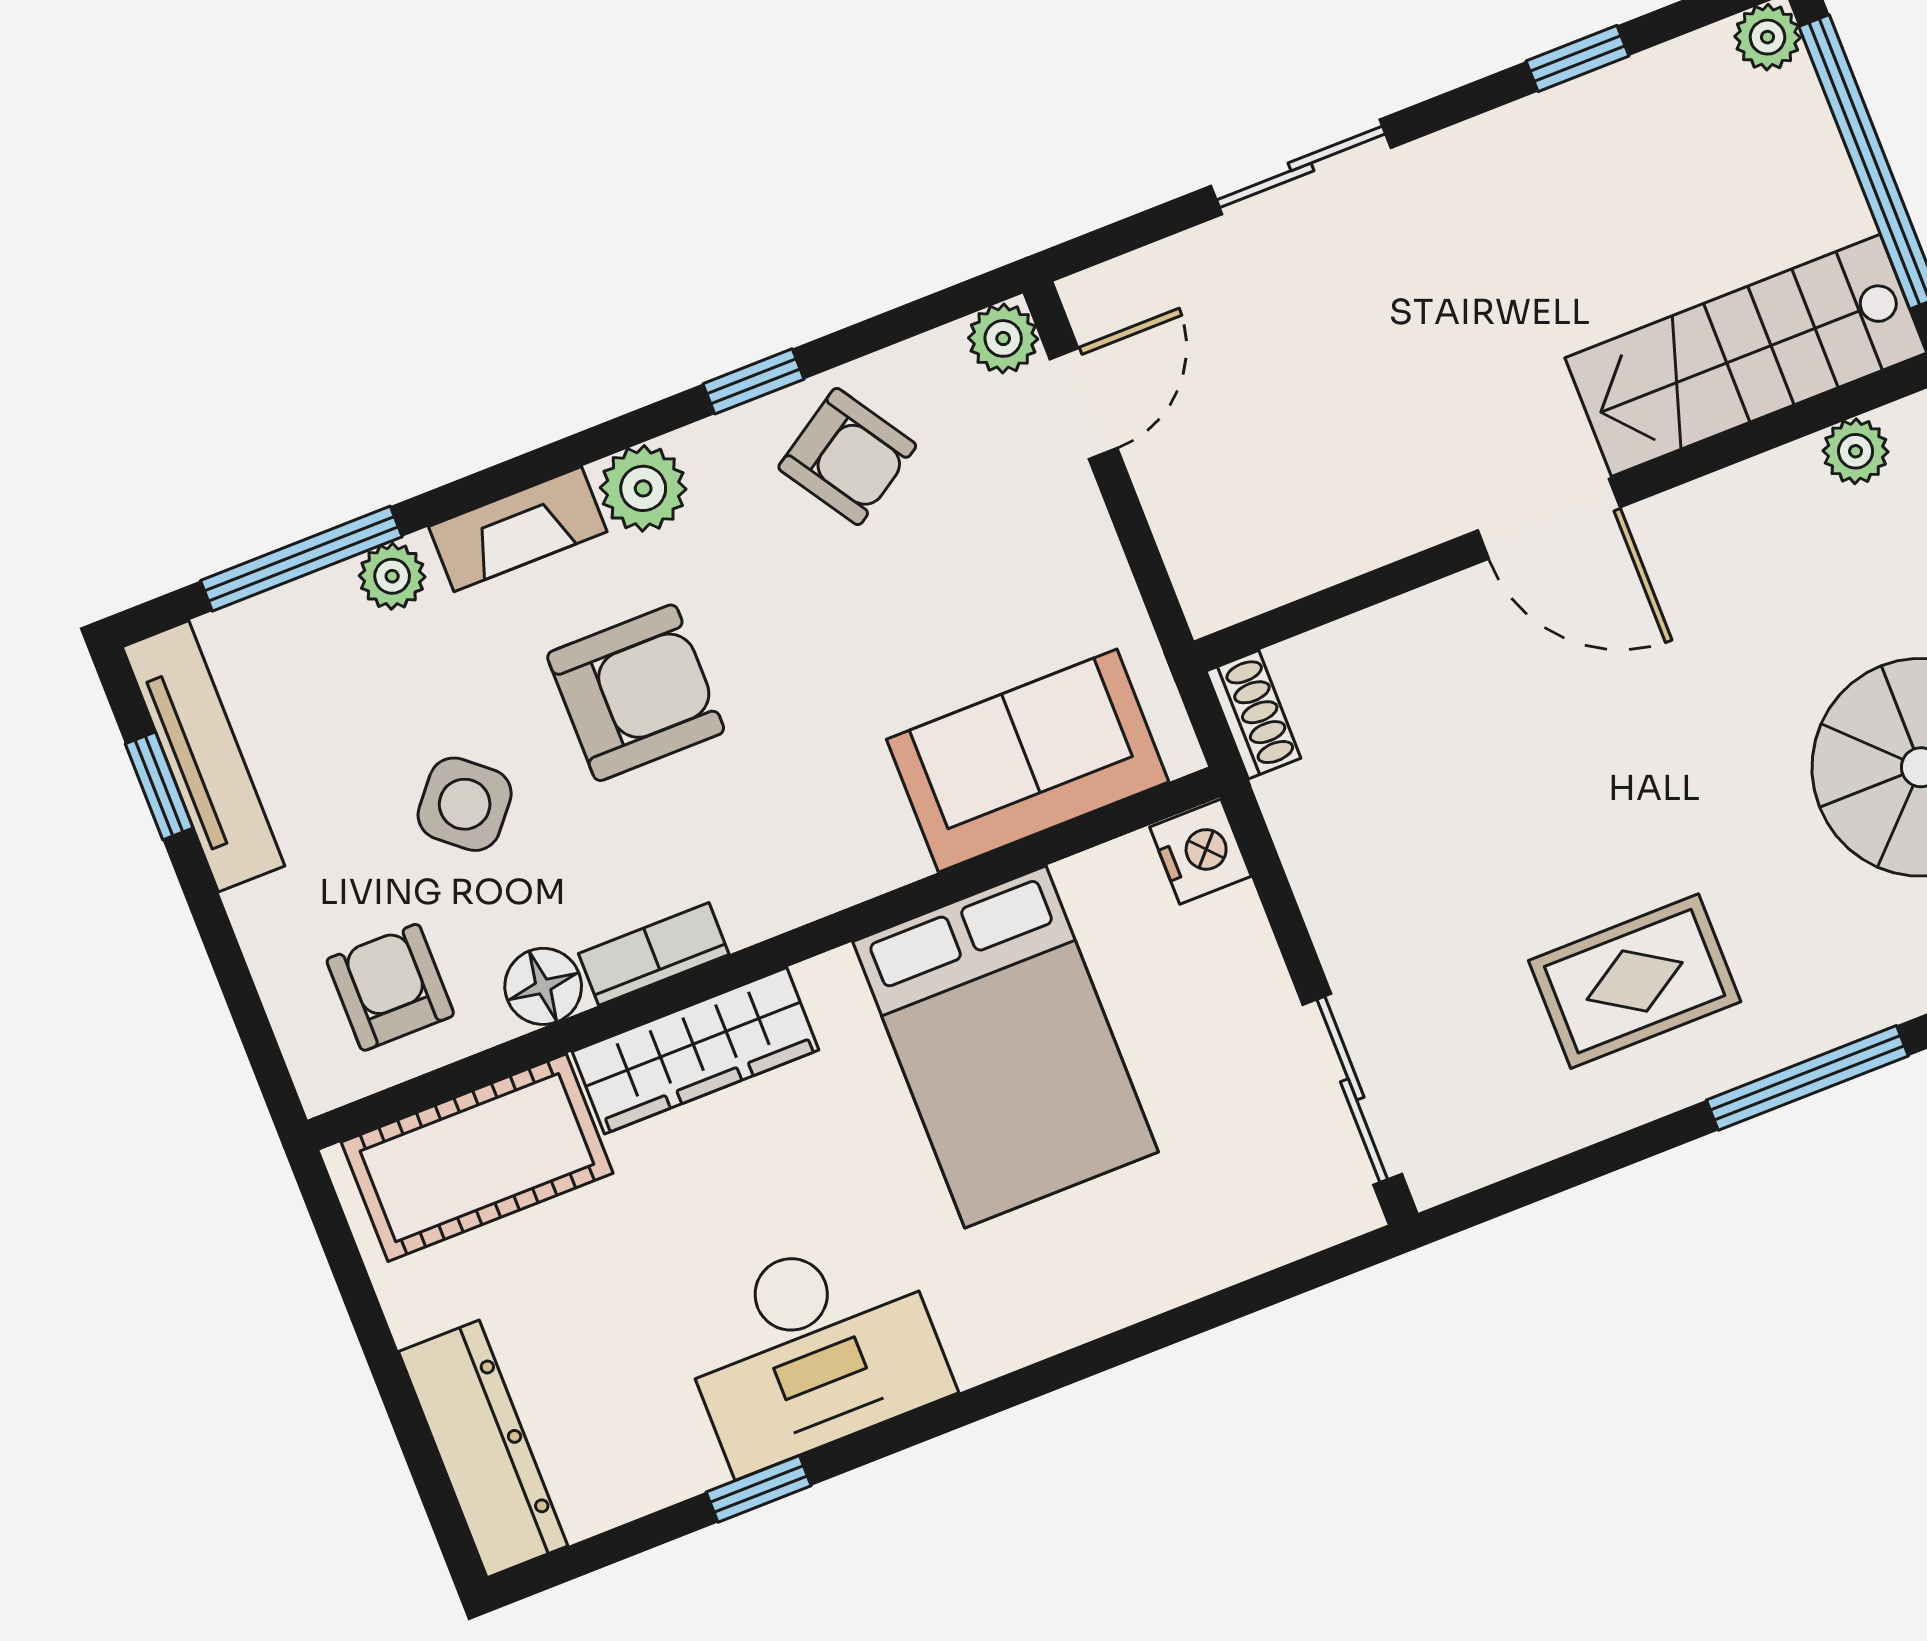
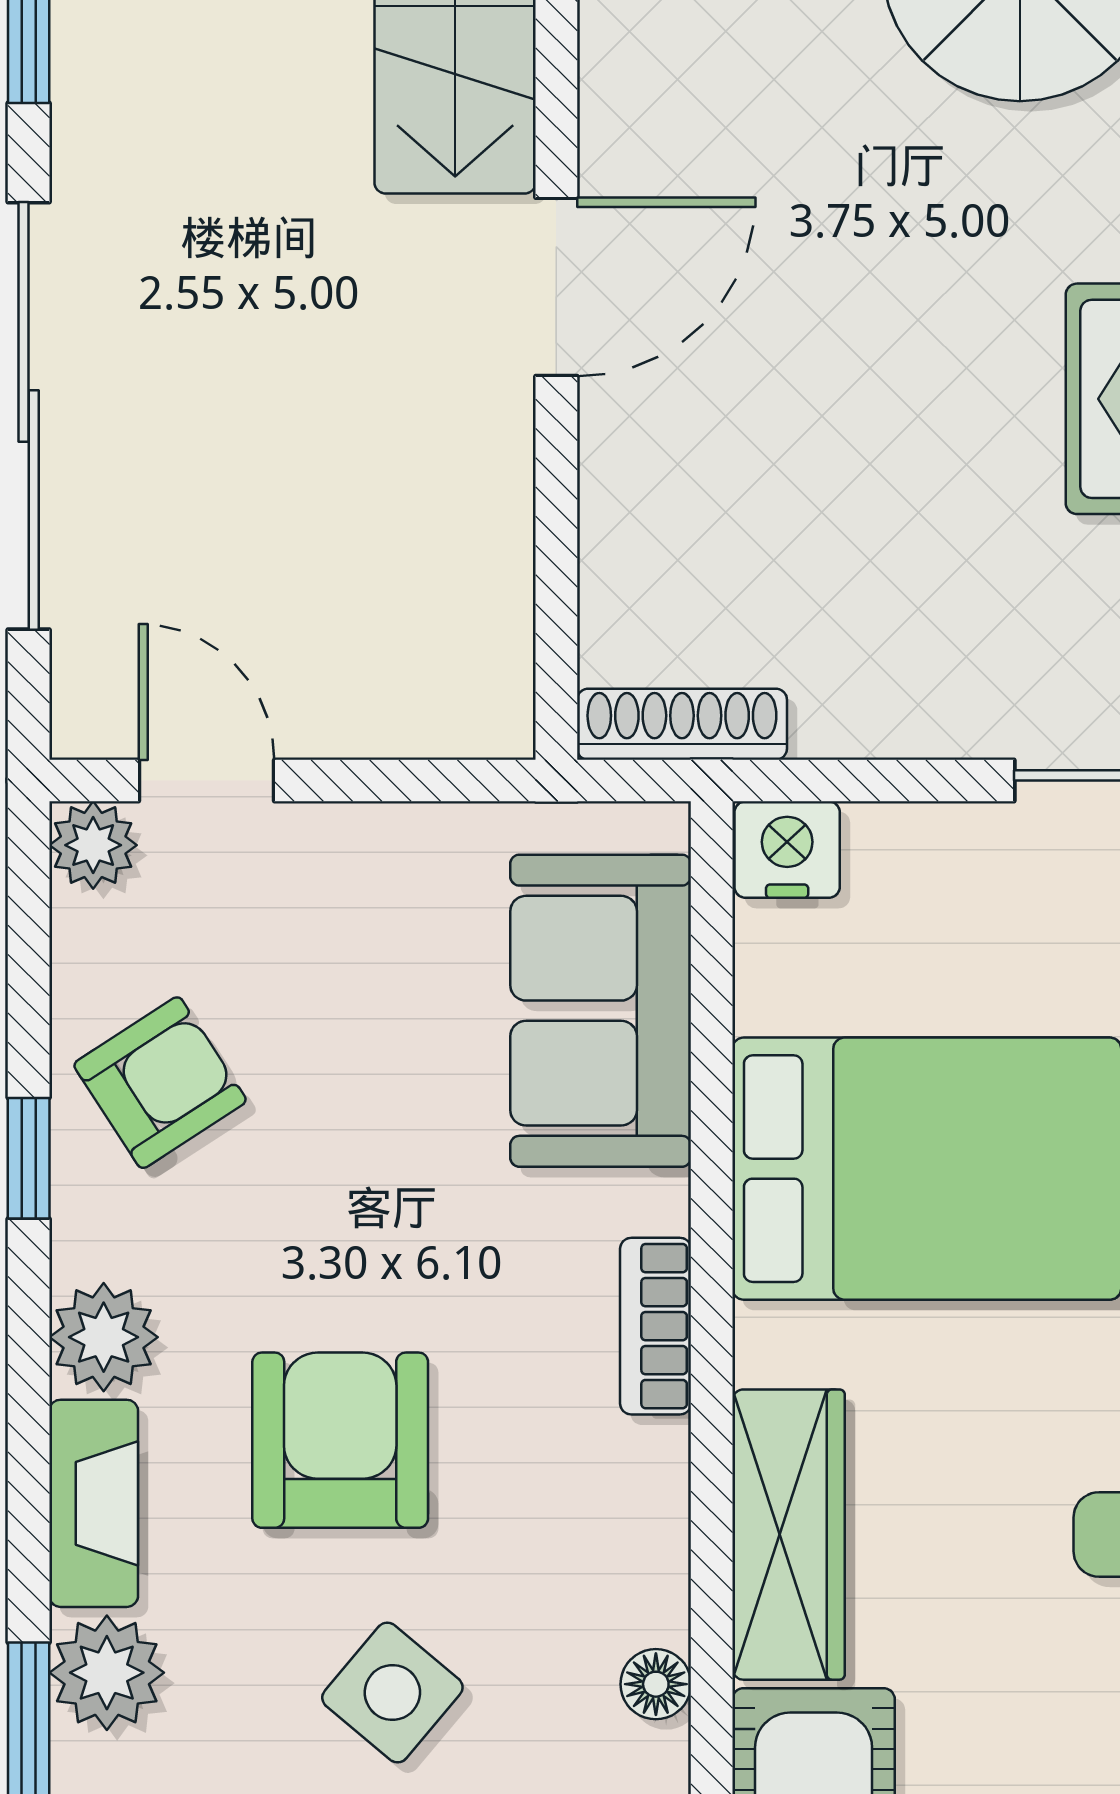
sliding door: (1301, 167) -> (29, 416), width x1.86
plant: (392, 576) -> (107, 1673), width x1.38, depth x1.38
shoe rack: (1253, 715) -> (682, 724), width x1.43
bookcase: (654, 954) -> (656, 1326), moved
floor lamp: (543, 986) -> (656, 1684), width x0.73, depth x0.73

